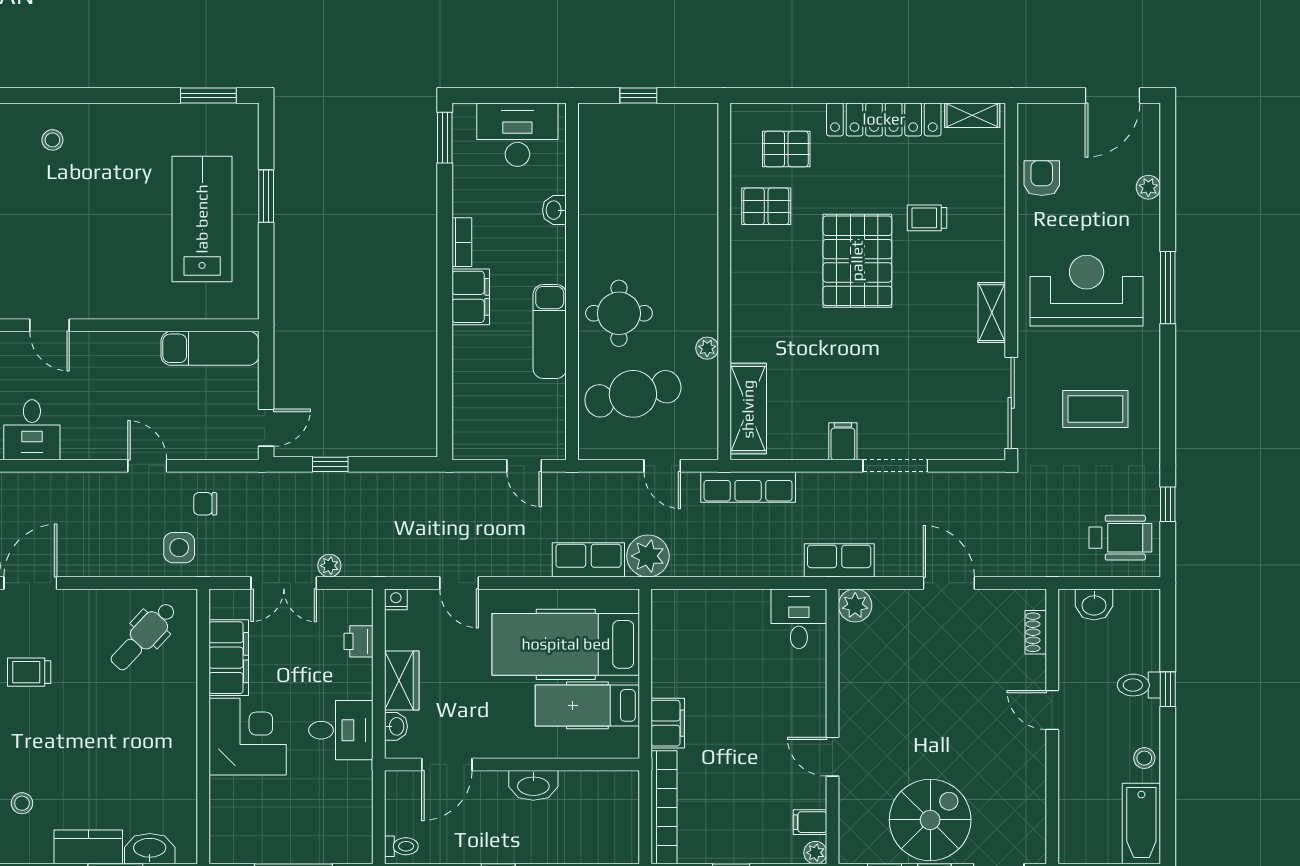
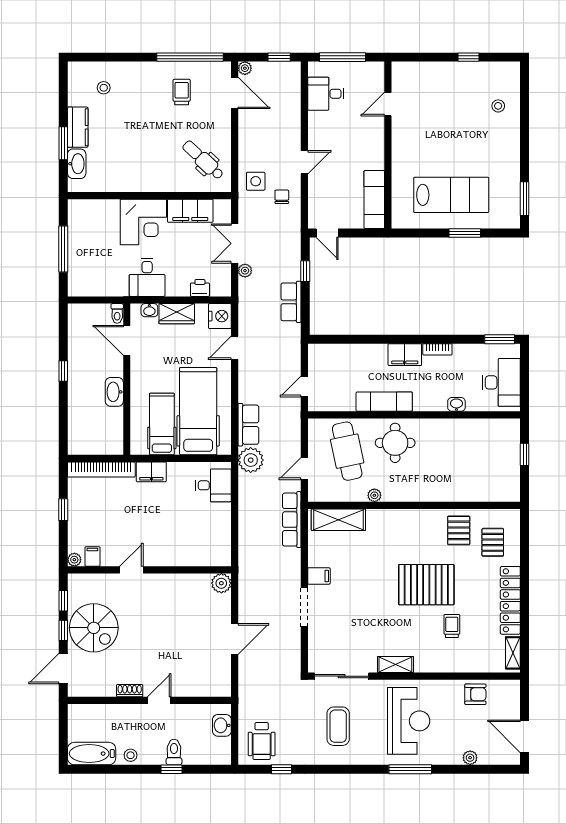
row of seats: (839, 560) -> (291, 302), moved, turned 180
nightstand: (396, 599) -> (220, 316), width x1.89, depth x1.79
desk: (799, 619) -> (213, 485), moved
shoe rack: (1036, 632) -> (130, 691), moved
toilet: (401, 846) -> (117, 313), moved

